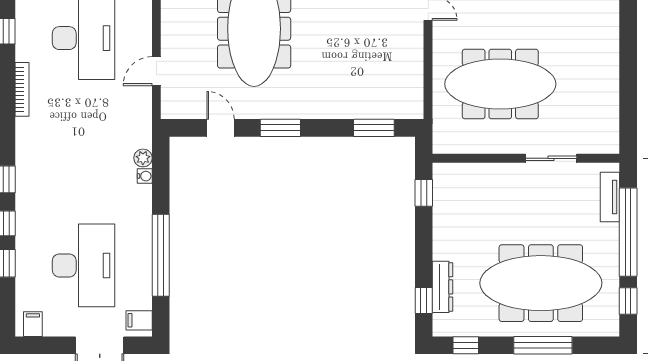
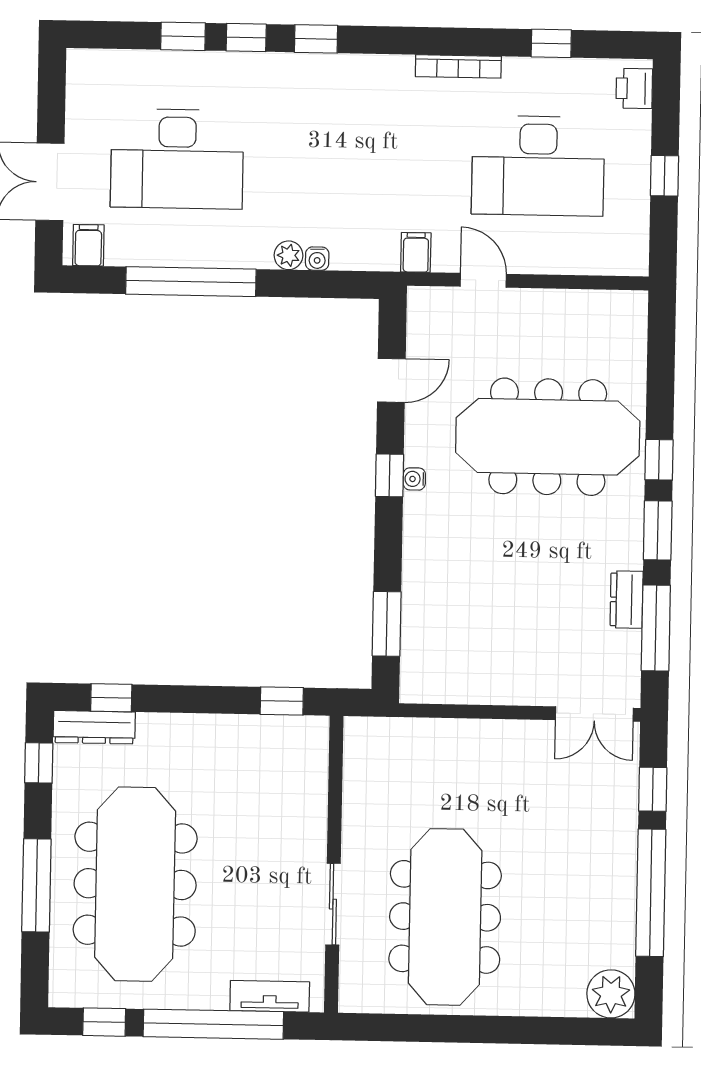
meeting table: (500, 84) -> (445, 917), moved
water cooler: (282, 112) -> (414, 479), added
window: (280, 128) -> (390, 475), width x0.67
plant: (143, 158) -> (288, 255), moved
dresser: (443, 287) -> (94, 727), moved
filing cabinet: (33, 324) -> (416, 252), moved, turned -90

